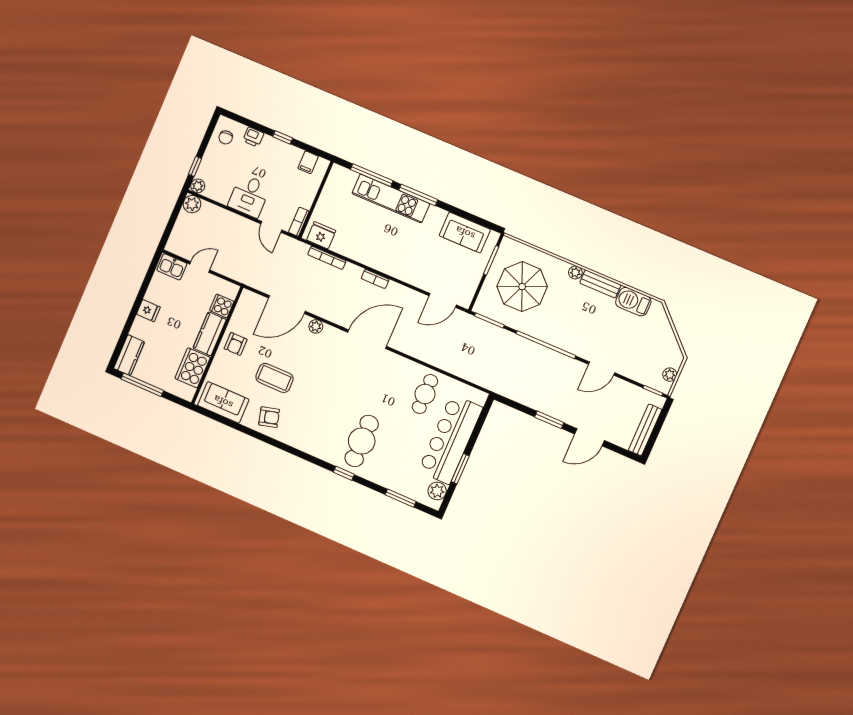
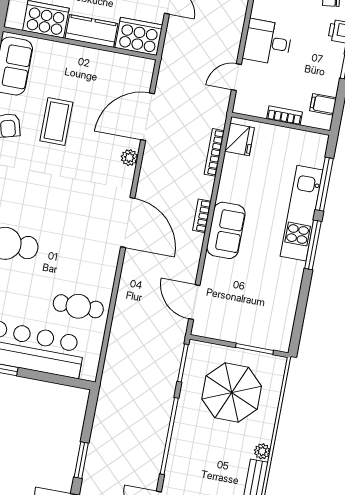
bookcase: (299, 222) -> (284, 115), moved
sofa: (465, 233) -> (226, 230), moved, turned 180
door: (287, 305) -> (148, 117), hinge flipped
cooker: (222, 306) -> (139, 36), width x1.87, depth x1.31
armchair: (236, 344) -> (86, 65), removed

